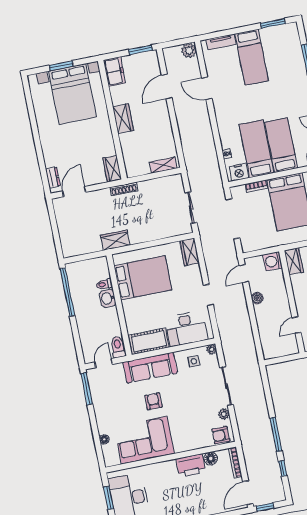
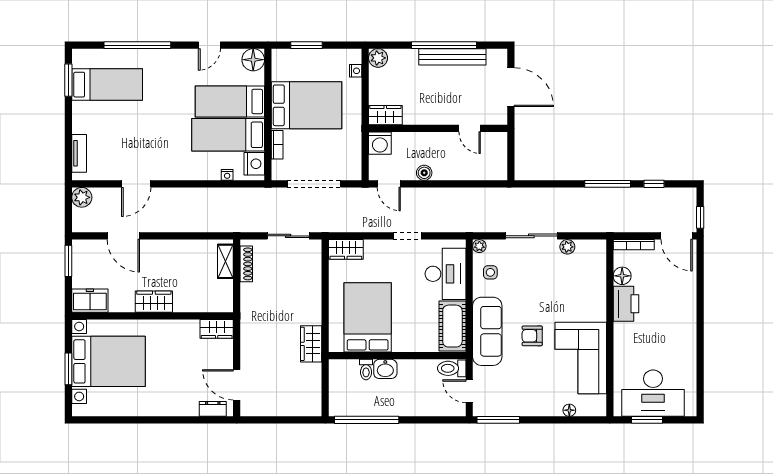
bed: (252, 57) -> (107, 85), moved
shoe rack: (124, 189) -> (246, 264), moved
armchair: (221, 435) -> (594, 256), removed

